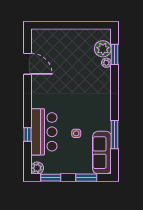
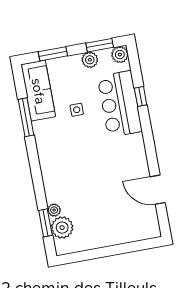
plant: (60, 168) -> (90, 60), added

